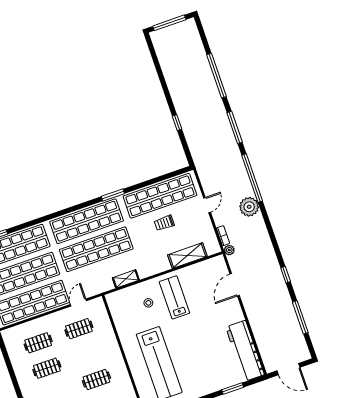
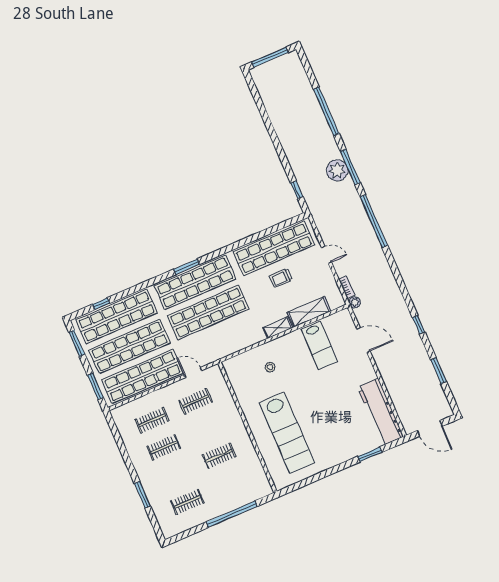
window: (177, 123) -> (297, 190), moved
window: (113, 195) -> (186, 267), moved
door: (207, 205) -> (327, 255), hinge flipped
plant: (249, 207) -> (337, 170), moved
shelving: (126, 279) -> (278, 328), moved
door: (235, 285) -> (363, 340), swing flipped
lab bench: (174, 297) -> (319, 345), moved, turned 180
door: (78, 303) -> (193, 373), hinge flipped
window: (300, 317) -> (438, 371), width x0.69

